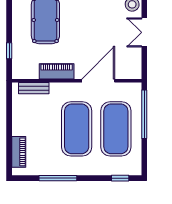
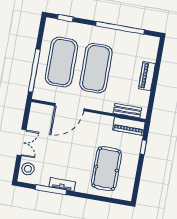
piano: (57, 71) -> (129, 126), moved
piano: (19, 152) -> (147, 76), moved
window: (58, 178) -> (120, 28), width x1.46

